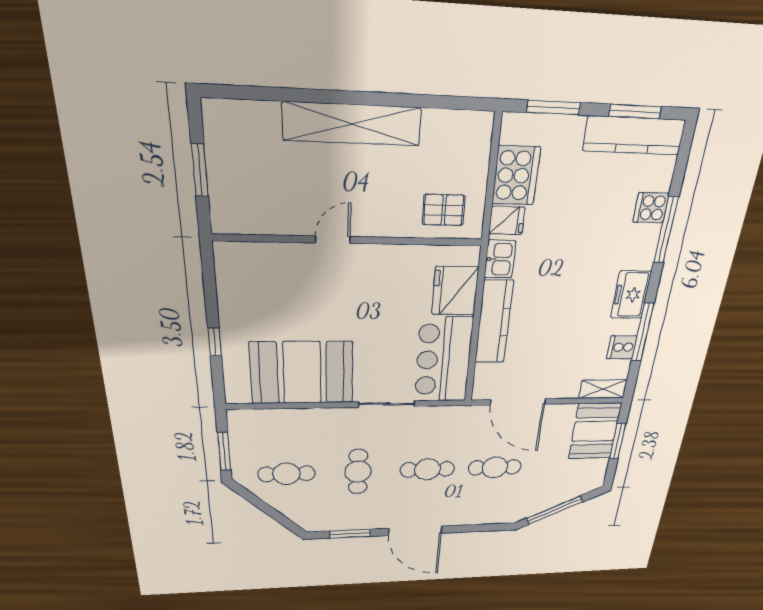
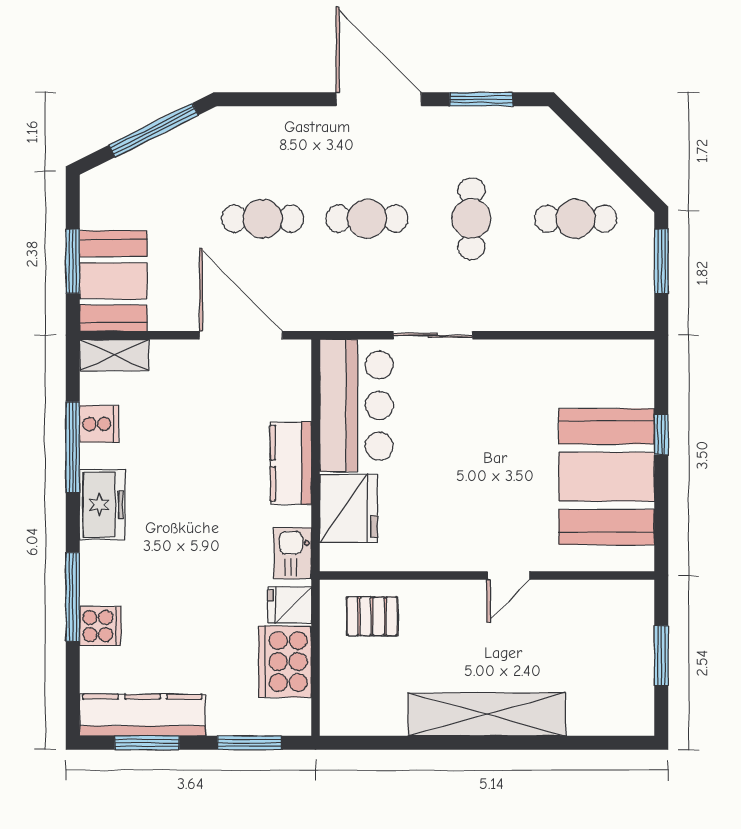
kitchen counter: (494, 322) -> (291, 463), width x0.67
booth: (302, 373) -> (607, 477), moved, turned 90

